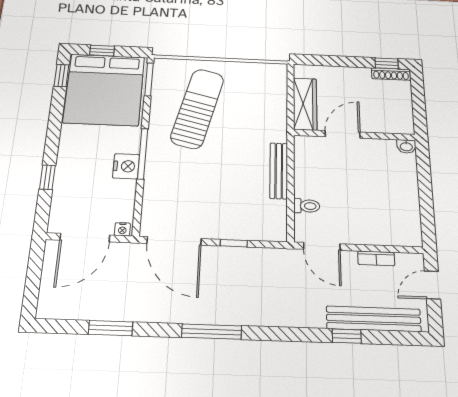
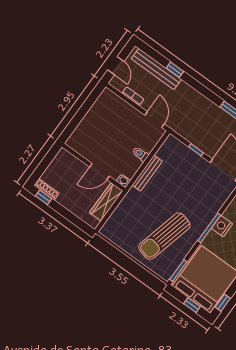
washbasin: (406, 146) -> (123, 181), moved
toilet: (307, 206) -> (140, 154), moved
door: (432, 285) -> (116, 66), hinge flipped

